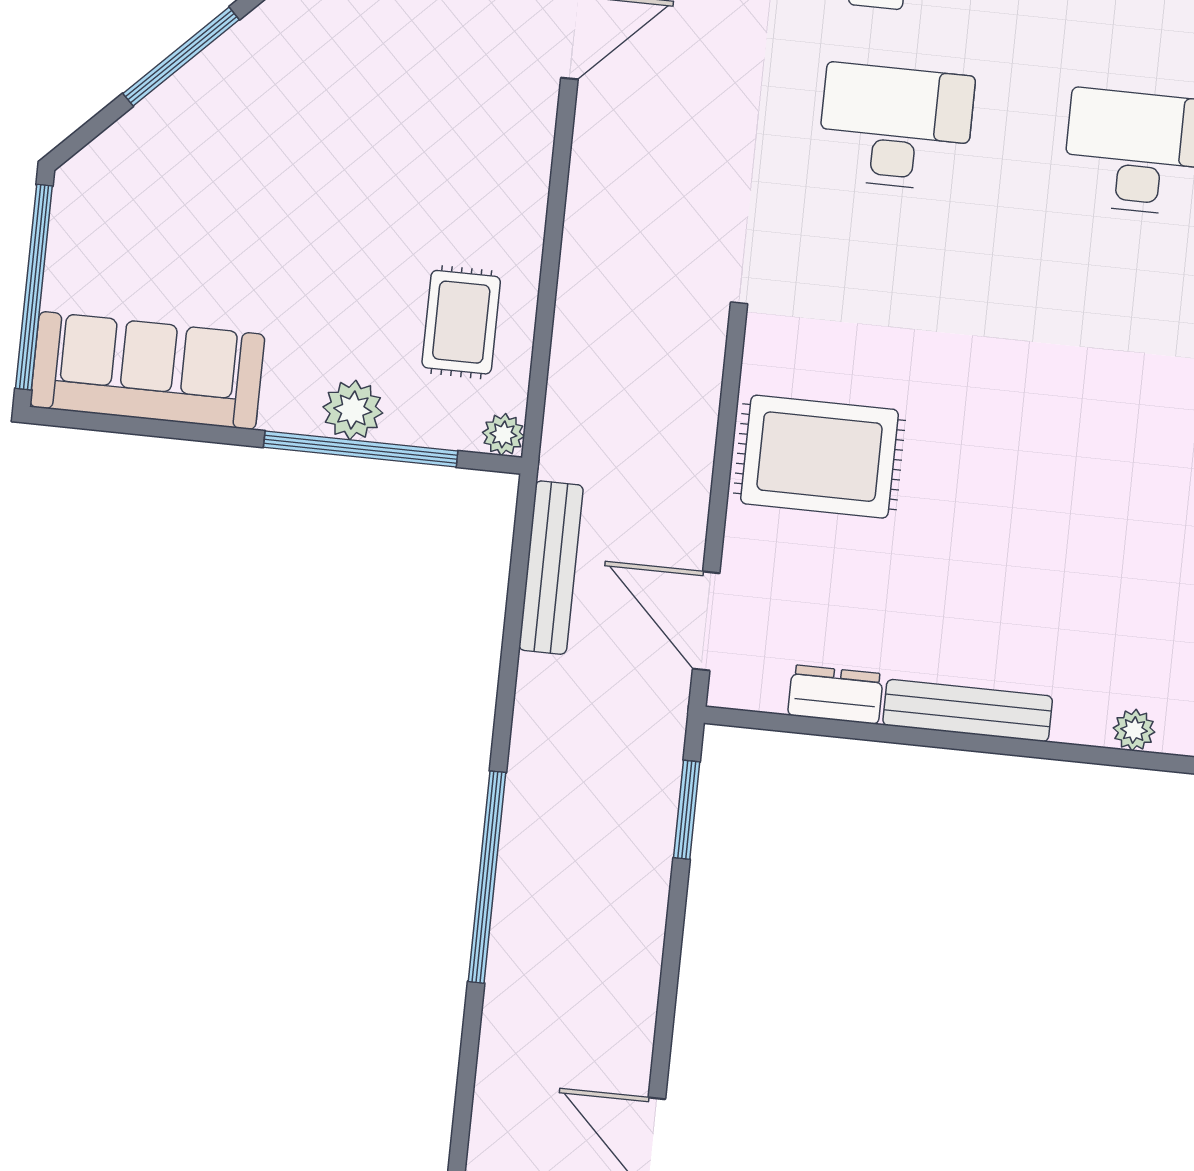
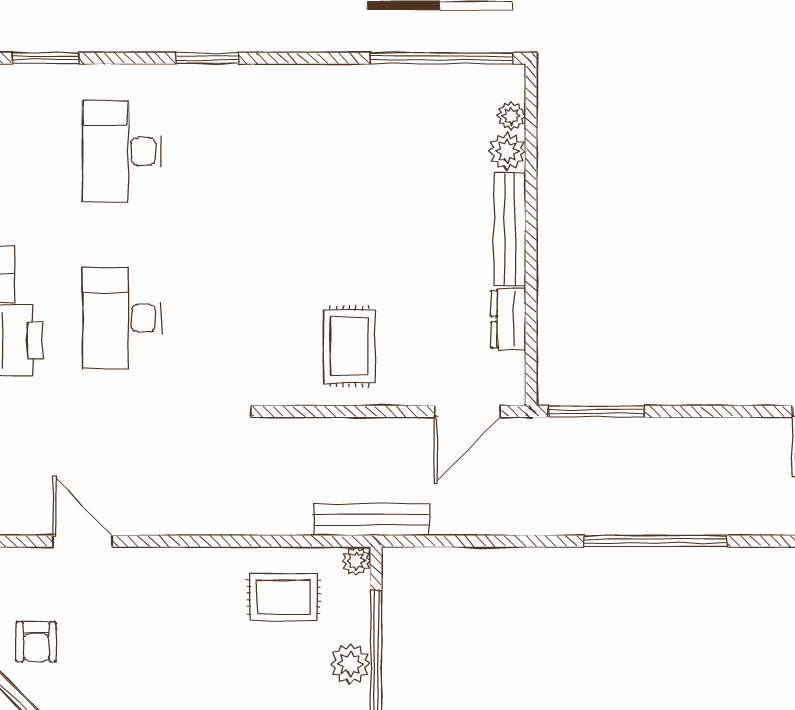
rug: (820, 457) -> (349, 346), width x0.73, depth x0.70
bench: (551, 568) -> (372, 520), moved
plant: (1082, 718) -> (507, 151), added
window: (687, 810) -> (596, 411), width x1.44

